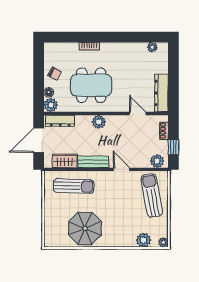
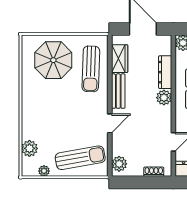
dresser: (60, 121) -> (165, 72), moved
window: (173, 147) -> (135, 182), removed
parasol: (85, 228) -> (53, 60), moved
plant: (163, 242) -> (44, 171), moved

